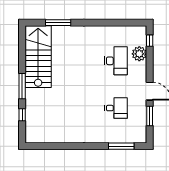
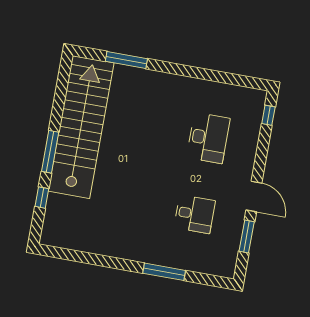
plant: (139, 54) -> (248, 134), removed
stairs: (38, 57) -> (81, 127), width x1.36
window: (121, 146) -> (164, 272), moved

